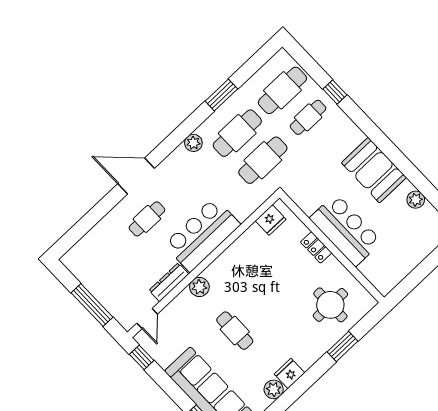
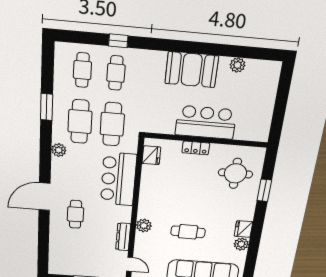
cafe table: (282, 90) -> (82, 70), width x0.73, depth x0.74
bar counter: (202, 235) -> (118, 179), moved

